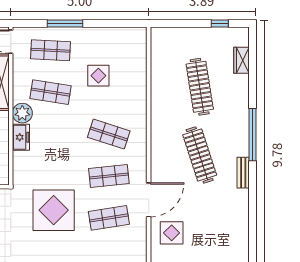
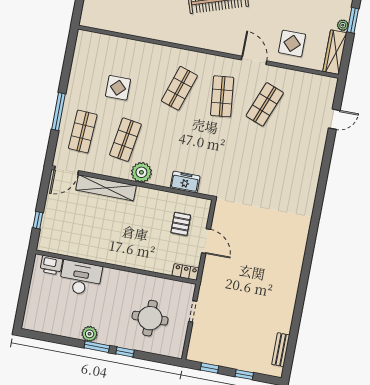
freezer: (21, 137) -> (185, 182), moved
door: (149, 200) -> (254, 60), width x0.73
display table: (54, 210) -> (246, 159), removed
shop shelf: (109, 218) -> (265, 104), turned 30

